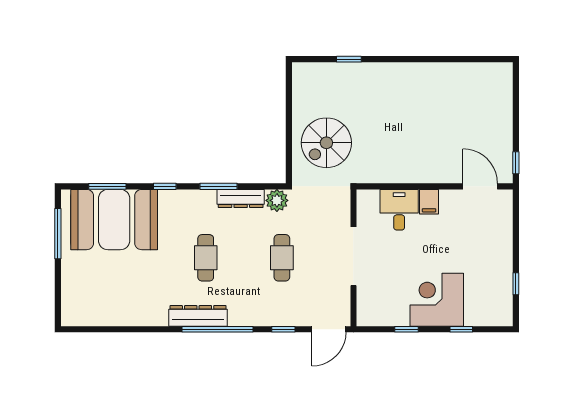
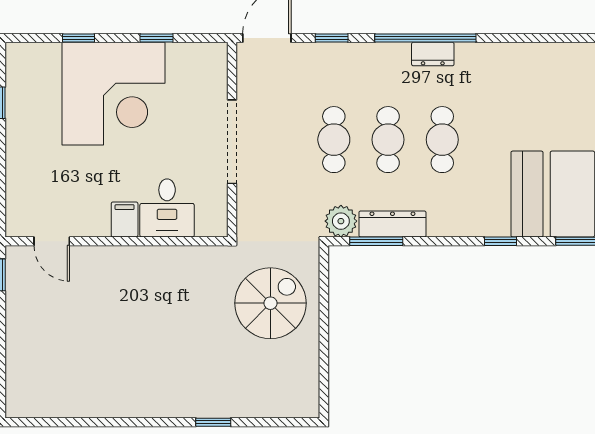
window: (349, 59) -> (213, 422), moved
window: (218, 186) -> (376, 241), moved
door: (480, 186) -> (52, 241), width x0.73
cafe table: (244, 258) -> (388, 140), added
corner desk: (437, 300) -> (114, 94), width x1.36, depth x1.36
dresser: (198, 316) -> (433, 54), width x0.51, depth x0.80

